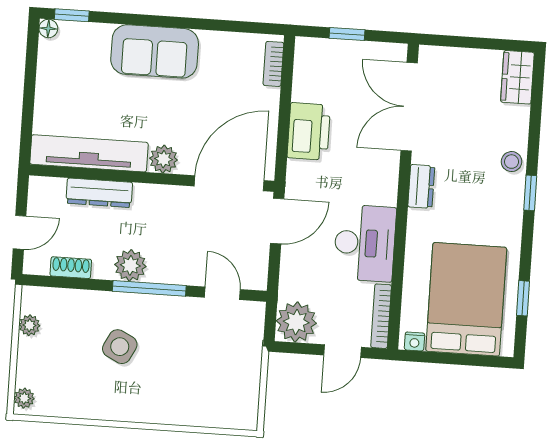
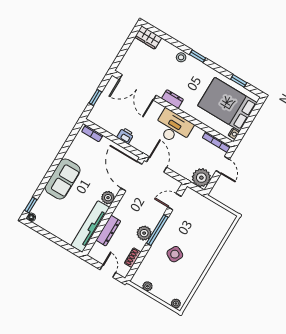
printer: (309, 131) -> (125, 136), width x0.53, depth x0.68
desk: (365, 243) -> (173, 127), moved

